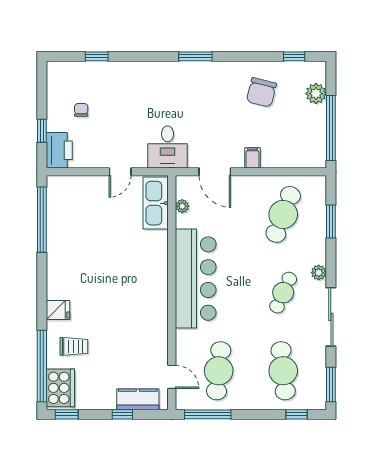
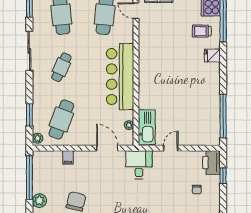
filing cabinet: (252, 158) -> (68, 157), moved
plant: (319, 273) -> (38, 138), moved

